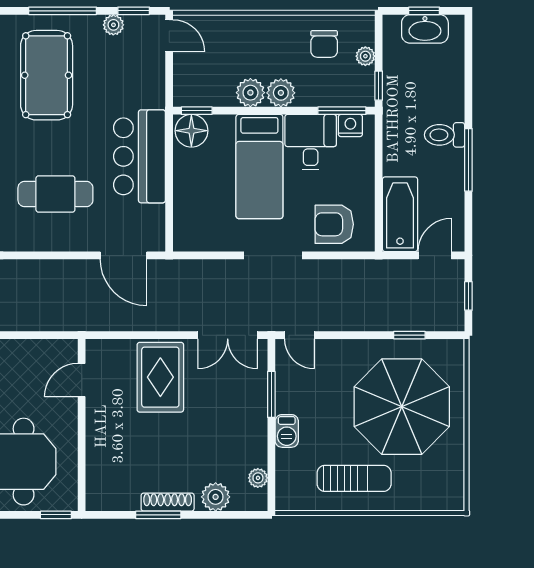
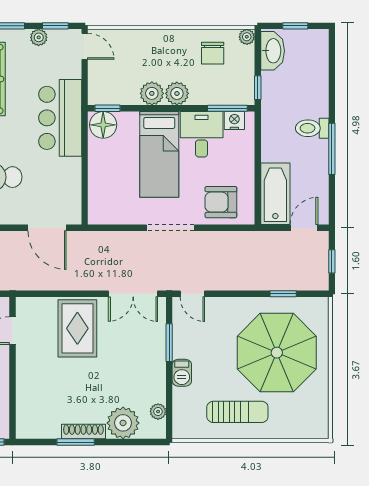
washbasin: (425, 29) -> (273, 51), moved, turned -90
plant: (365, 56) -> (247, 37), moved
bar counter: (139, 156) -> (60, 118), moved
plant: (216, 497) -> (123, 423), width x1.36, depth x1.36

